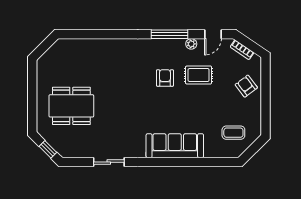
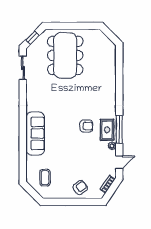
door: (213, 34) -> (119, 162), swing flipped
rug: (199, 75) -> (107, 130), moved
dining table: (71, 106) -> (65, 55), width x1.36, depth x1.24
sliding door: (109, 162) -> (23, 68), moved

